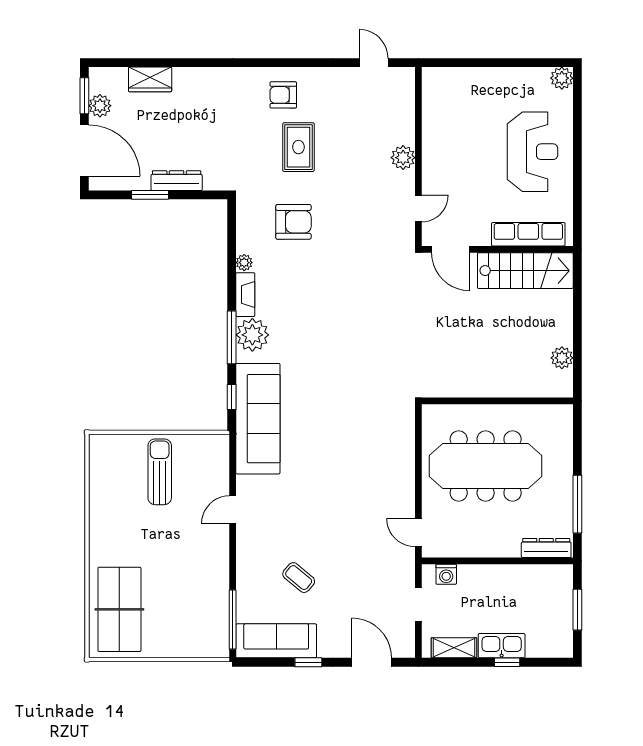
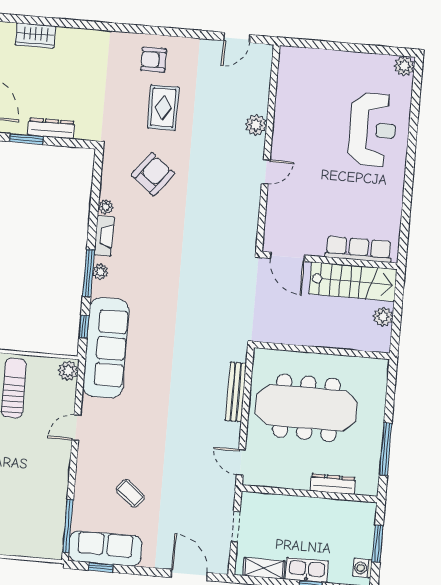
door: (374, 63) -> (237, 38), swing flipped
armchair: (293, 222) -> (153, 174), turned -52
row of seats: (528, 234) -> (358, 249), moved
door: (450, 249) -> (288, 257), moved
wall: (497, 249) -> (330, 260), moved
stairs: (525, 271) -> (353, 282), moved
plant: (252, 335) -> (101, 272), width x0.53, depth x0.53
plant: (218, 448) -> (68, 371), added
bench: (406, 455) -> (236, 392), added
dresser: (546, 548) -> (333, 484), moved
washing machine: (446, 574) -> (362, 568), moved, turned 90
window: (308, 662) -> (101, 567), moved

